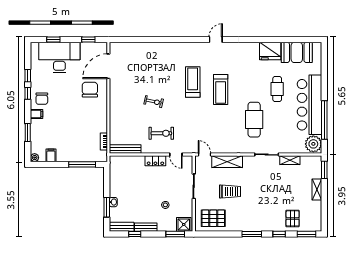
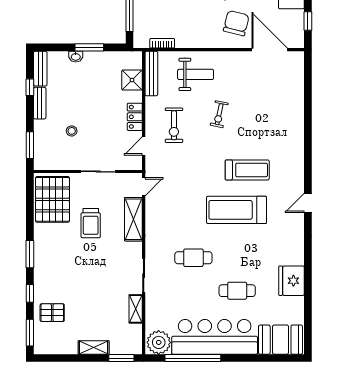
door: (216, 40) -> (308, 203), swing flipped
booth: (297, 52) -> (281, 340), moved, turned 90
treadmill: (221, 89) -> (236, 210), width x1.37, depth x1.38
chair: (90, 90) -> (236, 23), turned -76
weight bench: (126, 118) -> (196, 74), added
cafe table: (254, 120) -> (193, 258), width x0.73, depth x0.74
window: (107, 207) -> (89, 47), moved
pallet: (213, 218) -> (52, 199), width x1.37, depth x1.41
shower: (184, 224) -> (132, 80), moved

